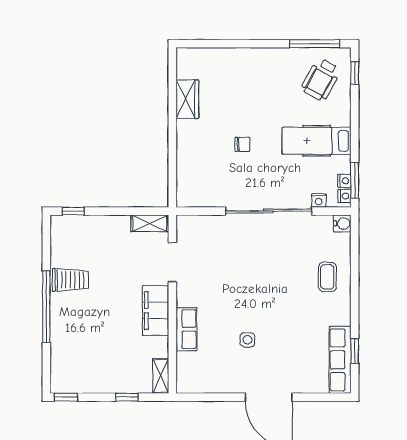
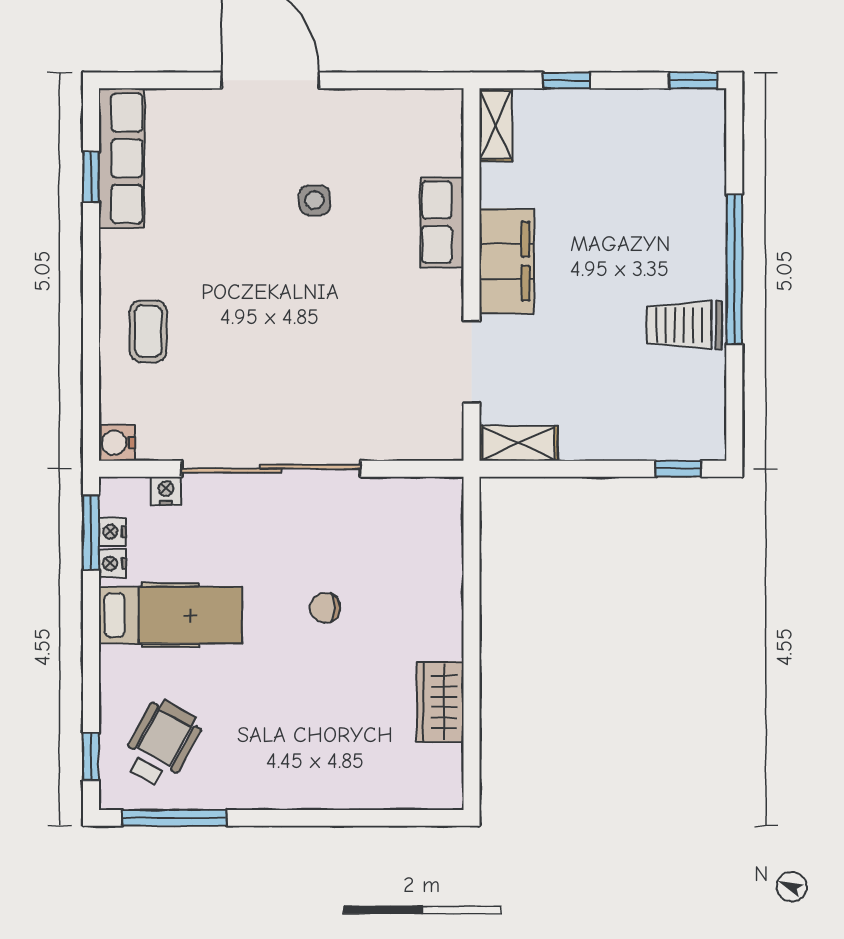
nightstand: (344, 196) -> (112, 563), moved

